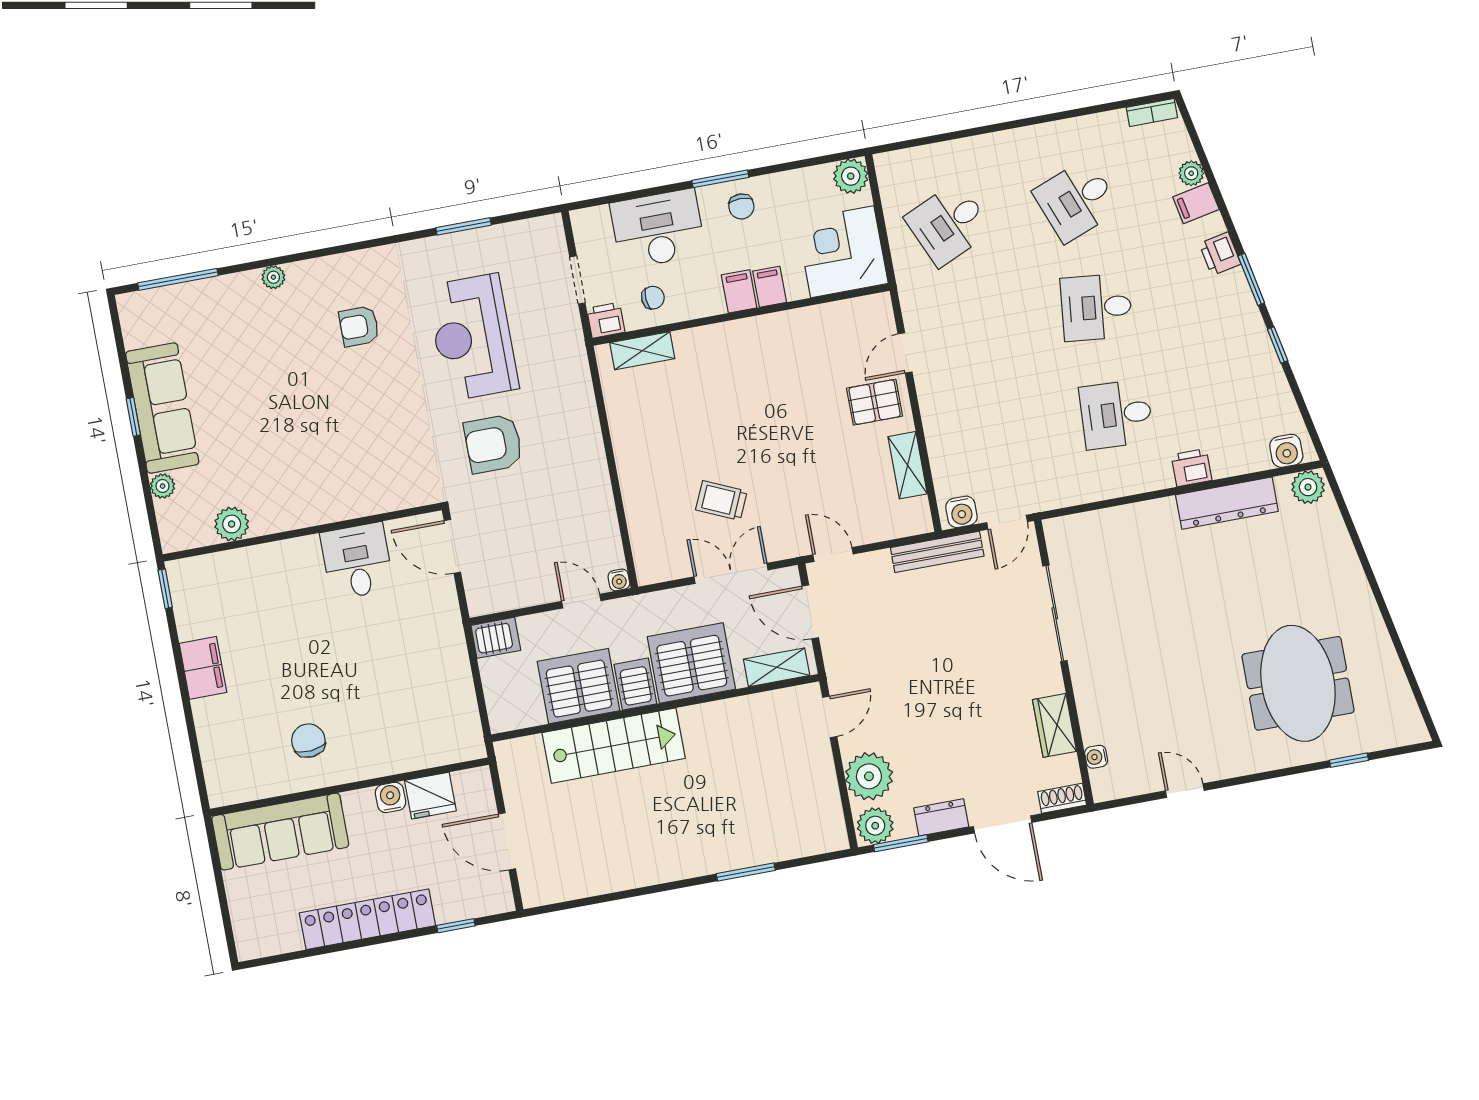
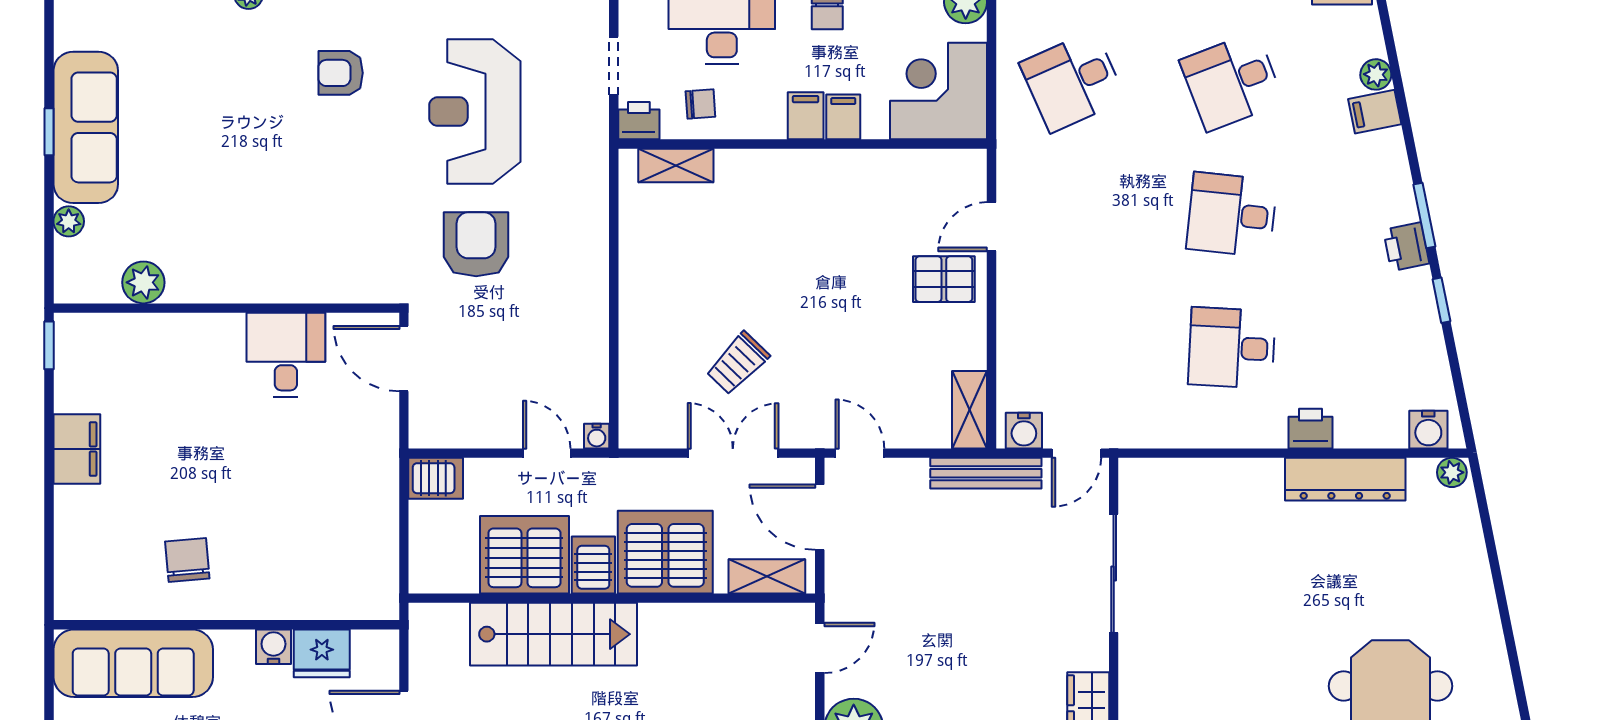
printer: (1220, 254) -> (1406, 247), moved
armchair: (493, 444) -> (476, 244), turned 90
shelving: (908, 465) -> (969, 410), moved
plant: (1308, 487) -> (1452, 472), width x0.73, depth x0.73
trolley: (721, 500) -> (738, 363), turned -70

